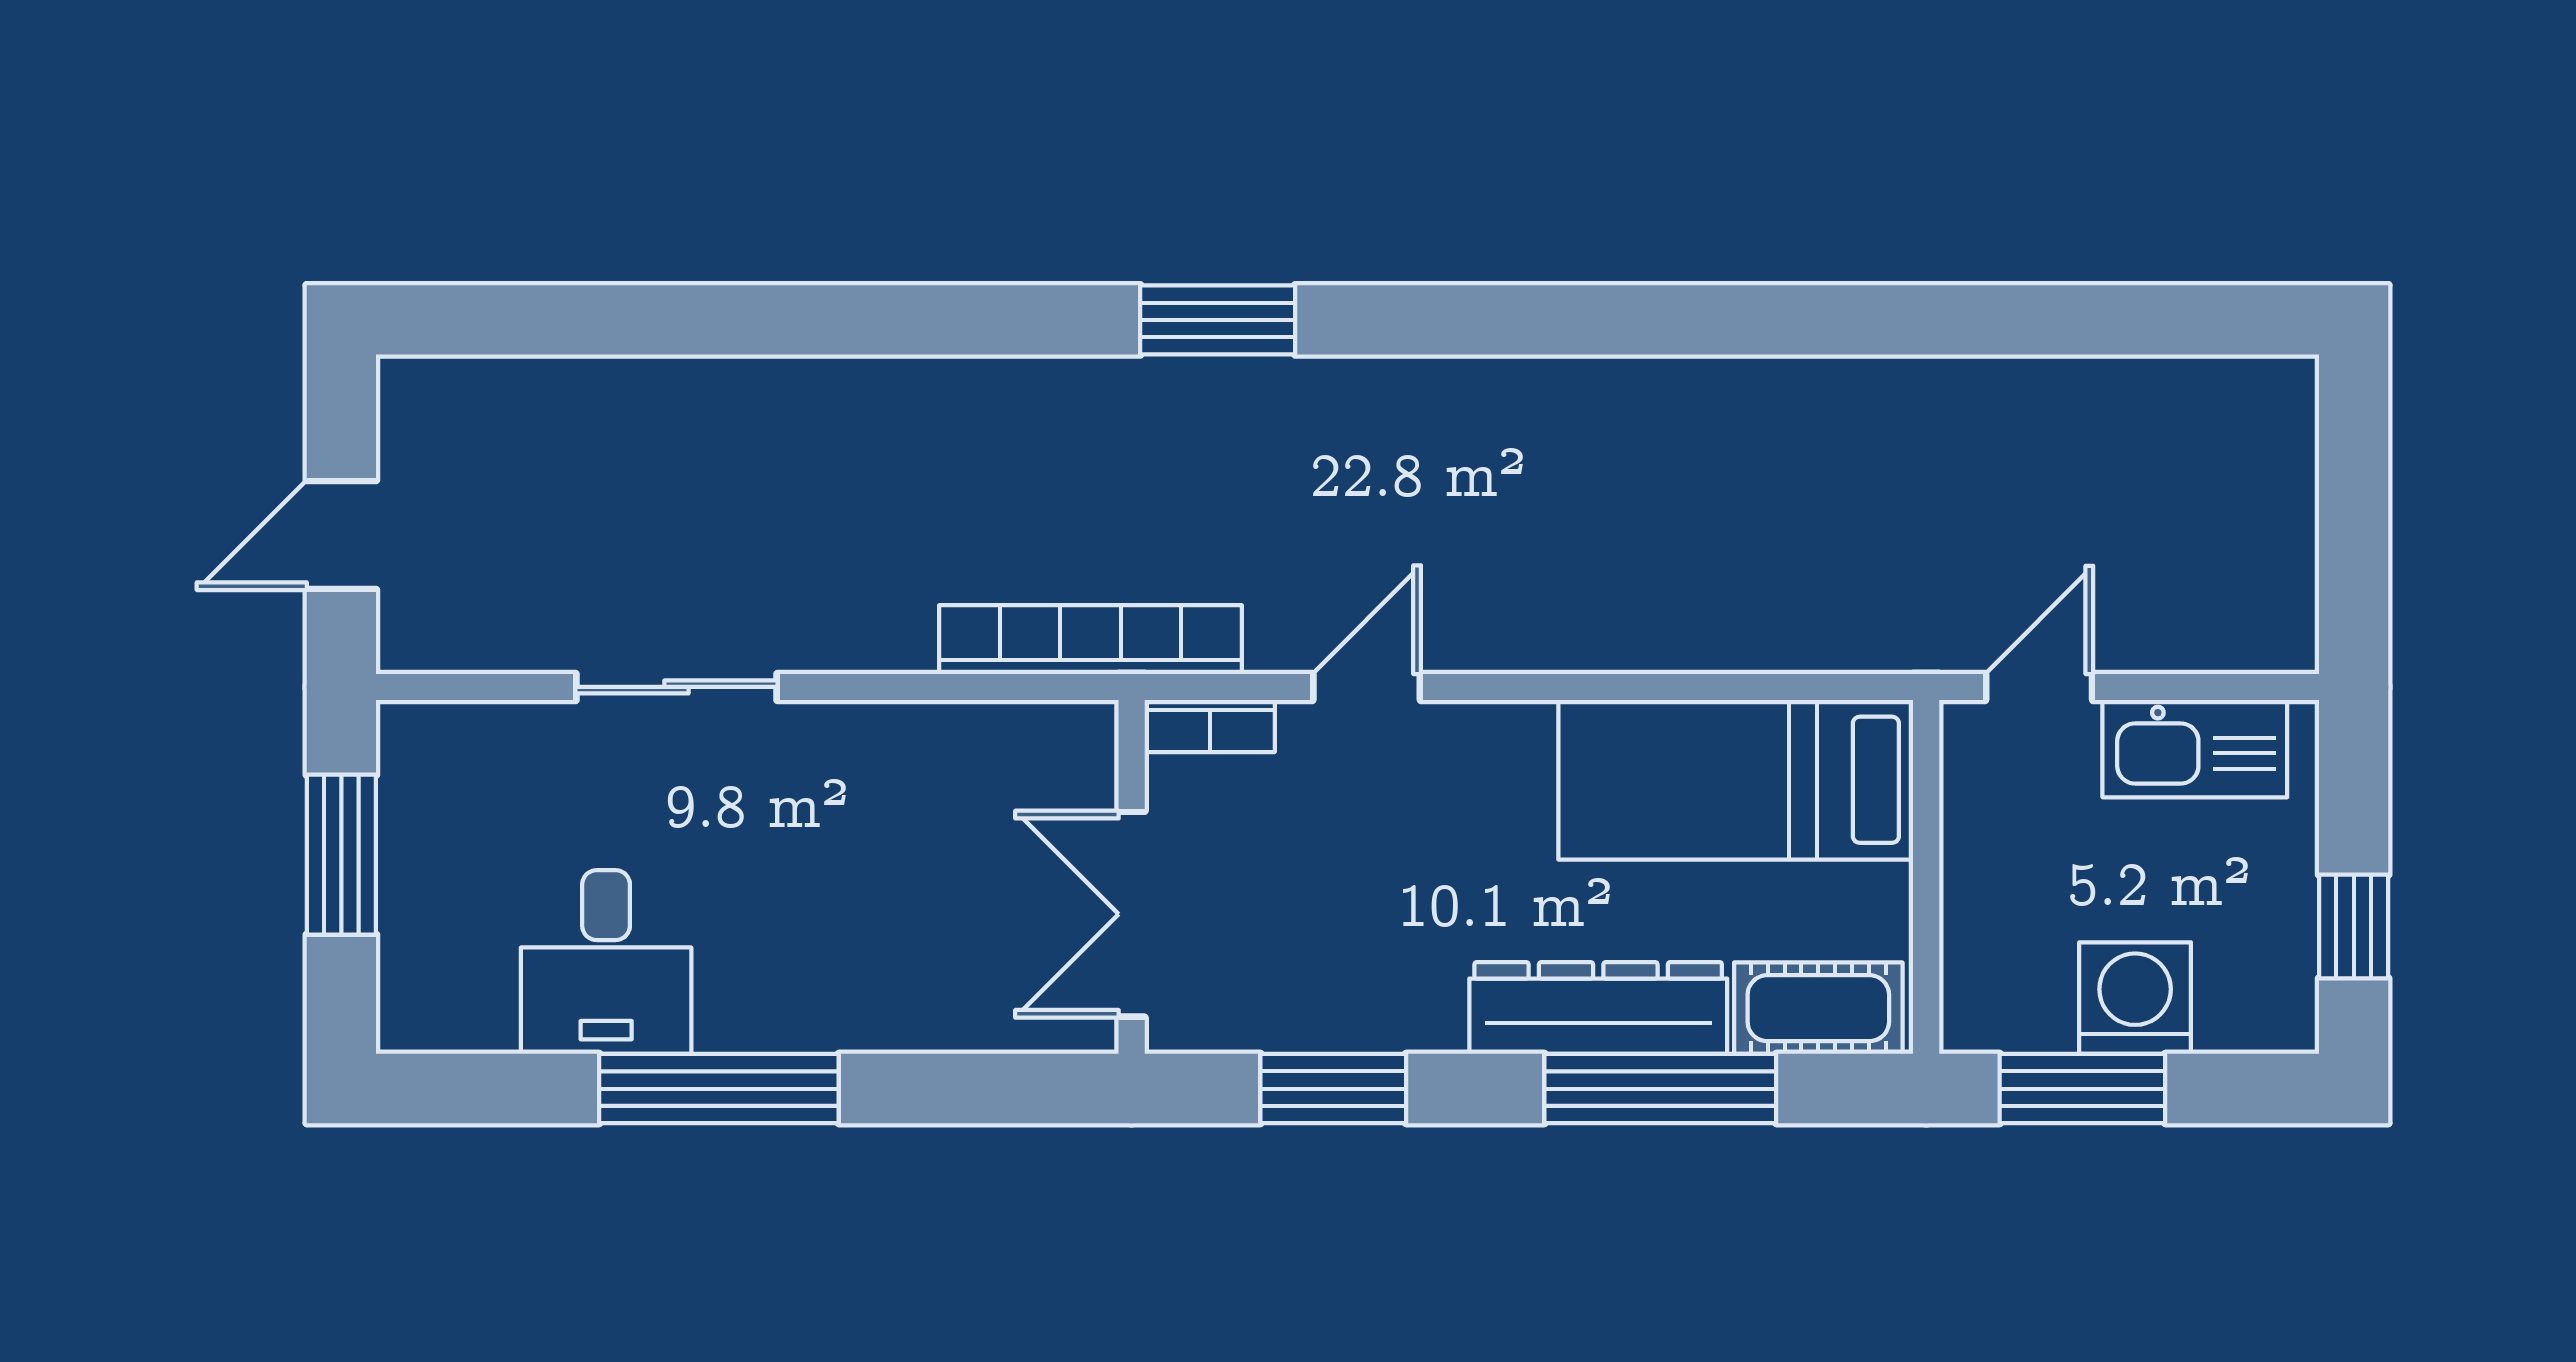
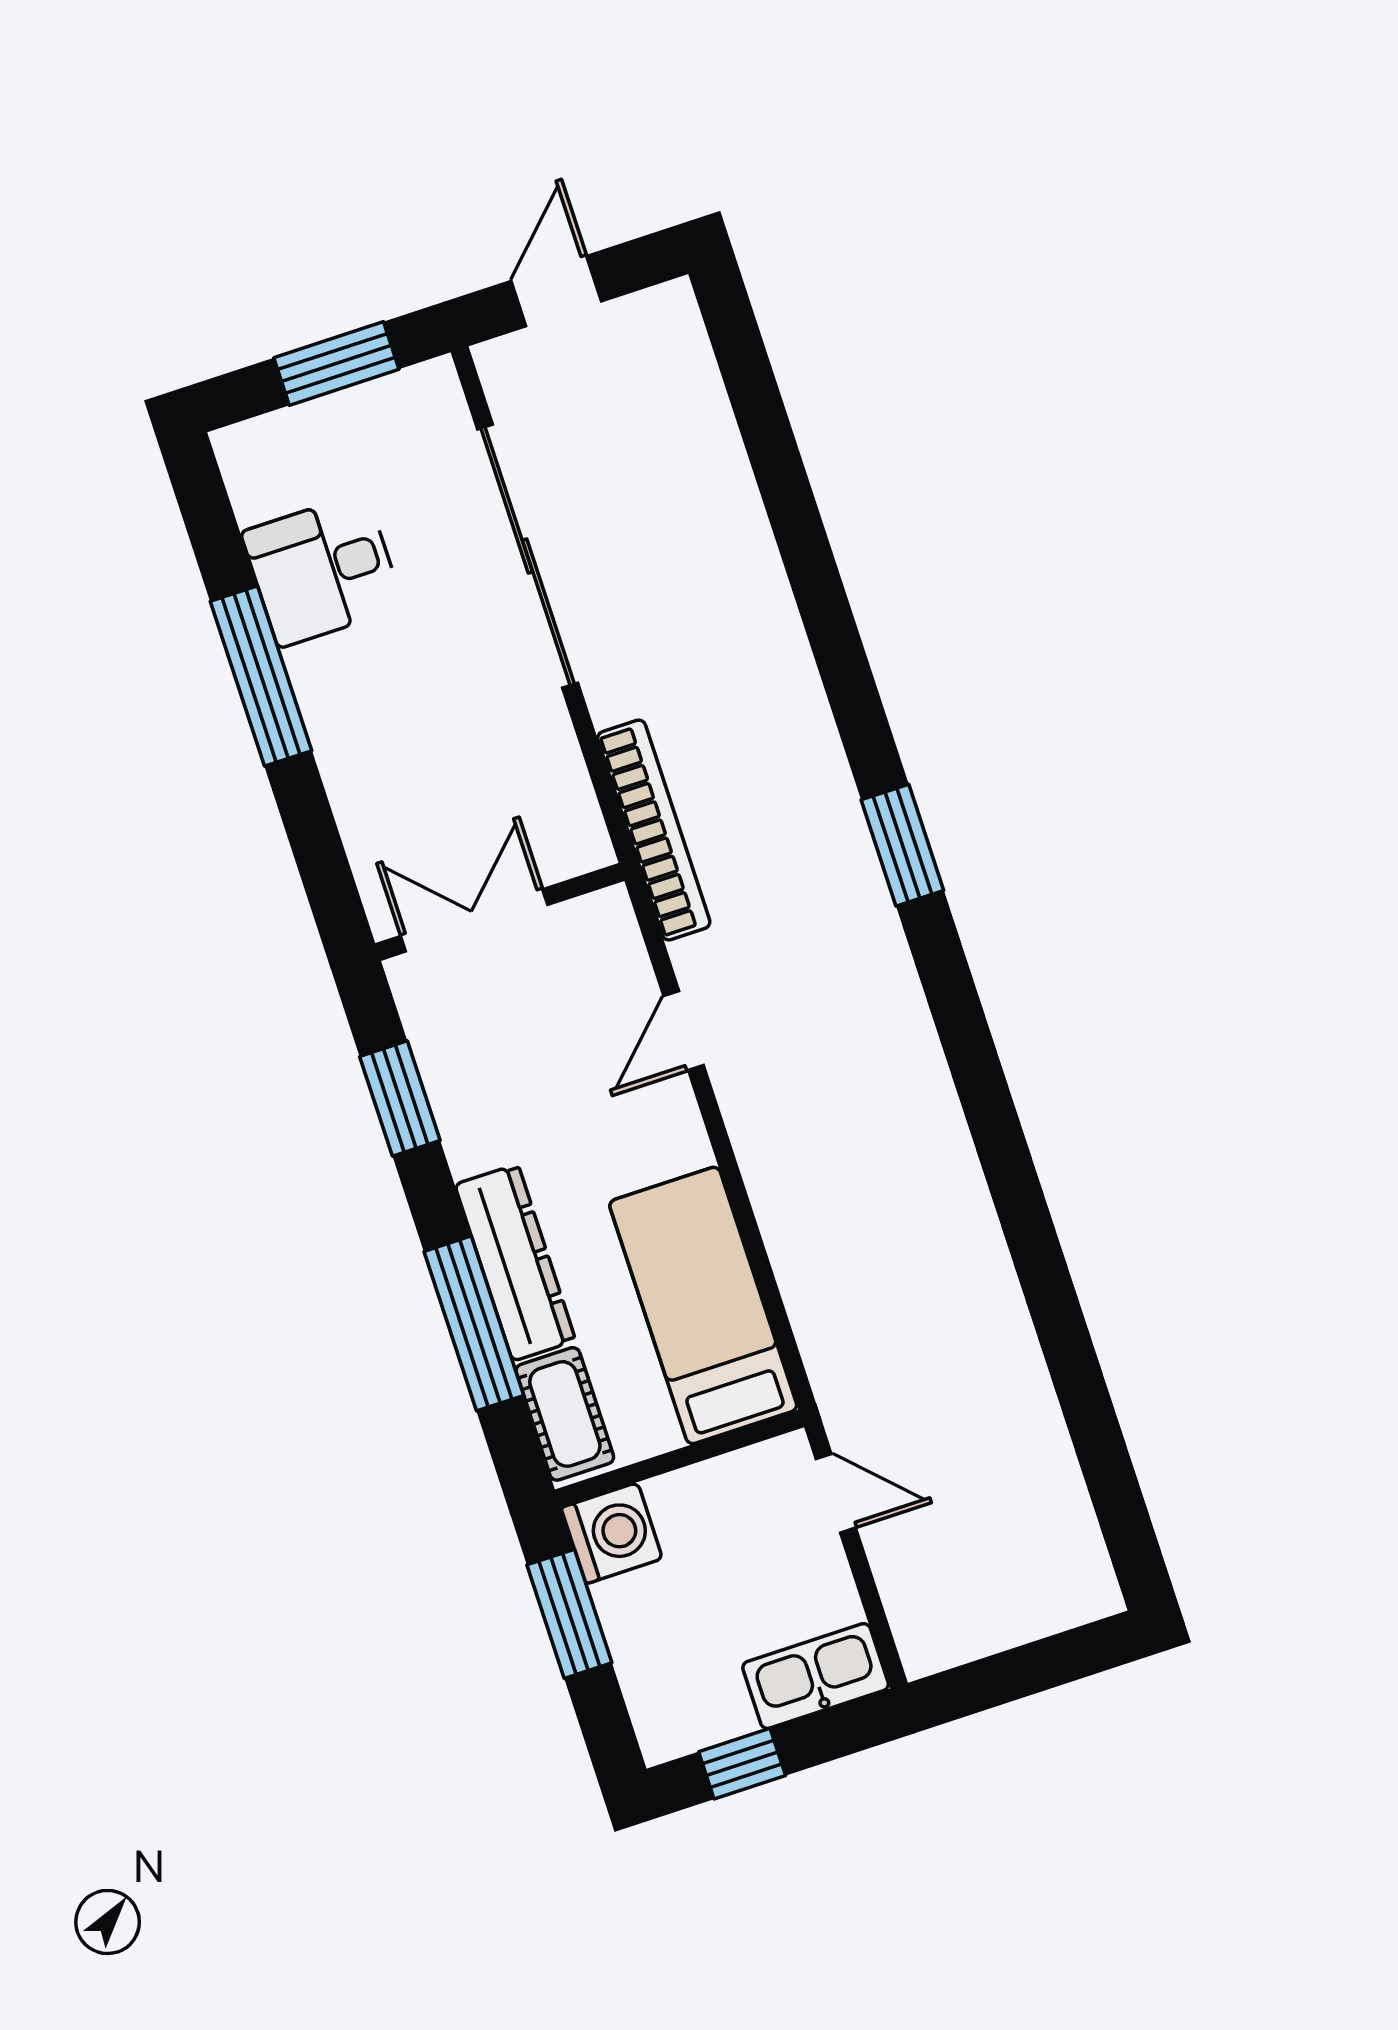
door: (341, 535) -> (556, 291), hinge flipped
sliding door: (676, 687) -> (528, 556), width x1.86
door: (1367, 687) -> (684, 1031), swing flipped
bookcase: (1210, 726) -> (621, 932), removed
kitchen sink: (2195, 749) -> (816, 1676), moved, turned 90
washing machine: (2135, 998) -> (612, 1533), moved

